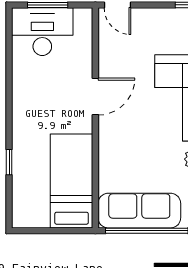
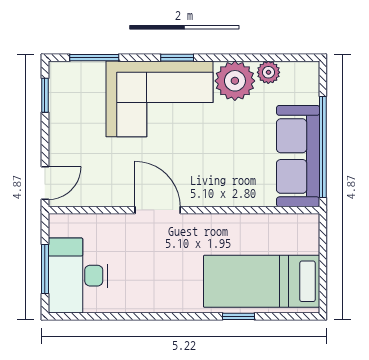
bed: (72, 181) -> (262, 281), moved

